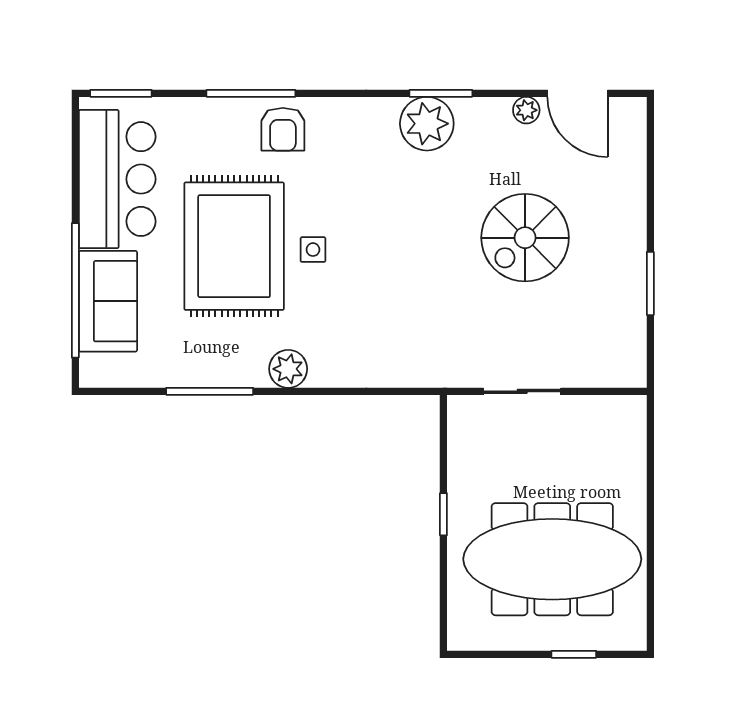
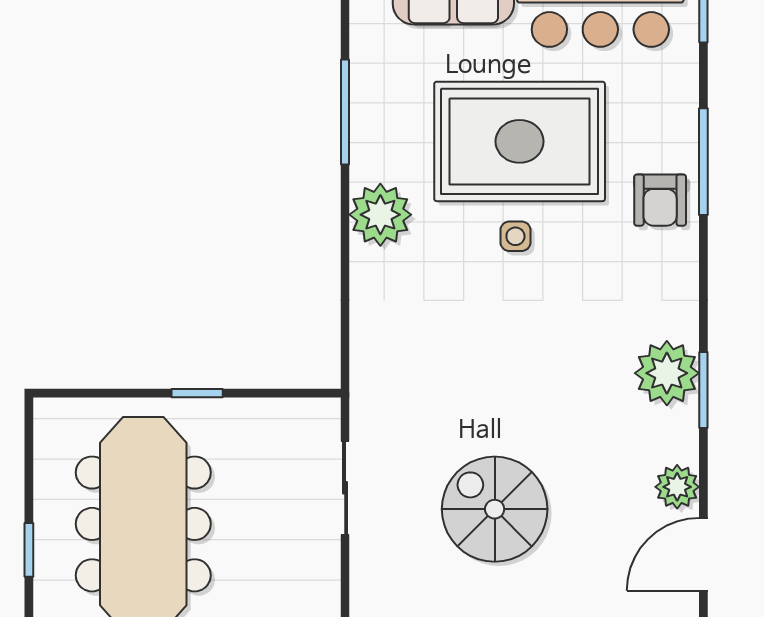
plant: (526, 110) -> (677, 487), width x1.38, depth x1.38
armchair: (283, 129) -> (660, 200), turned -90
spiral stairs: (525, 238) -> (495, 509), moved
plant: (288, 369) -> (380, 215), width x1.36, depth x1.36

